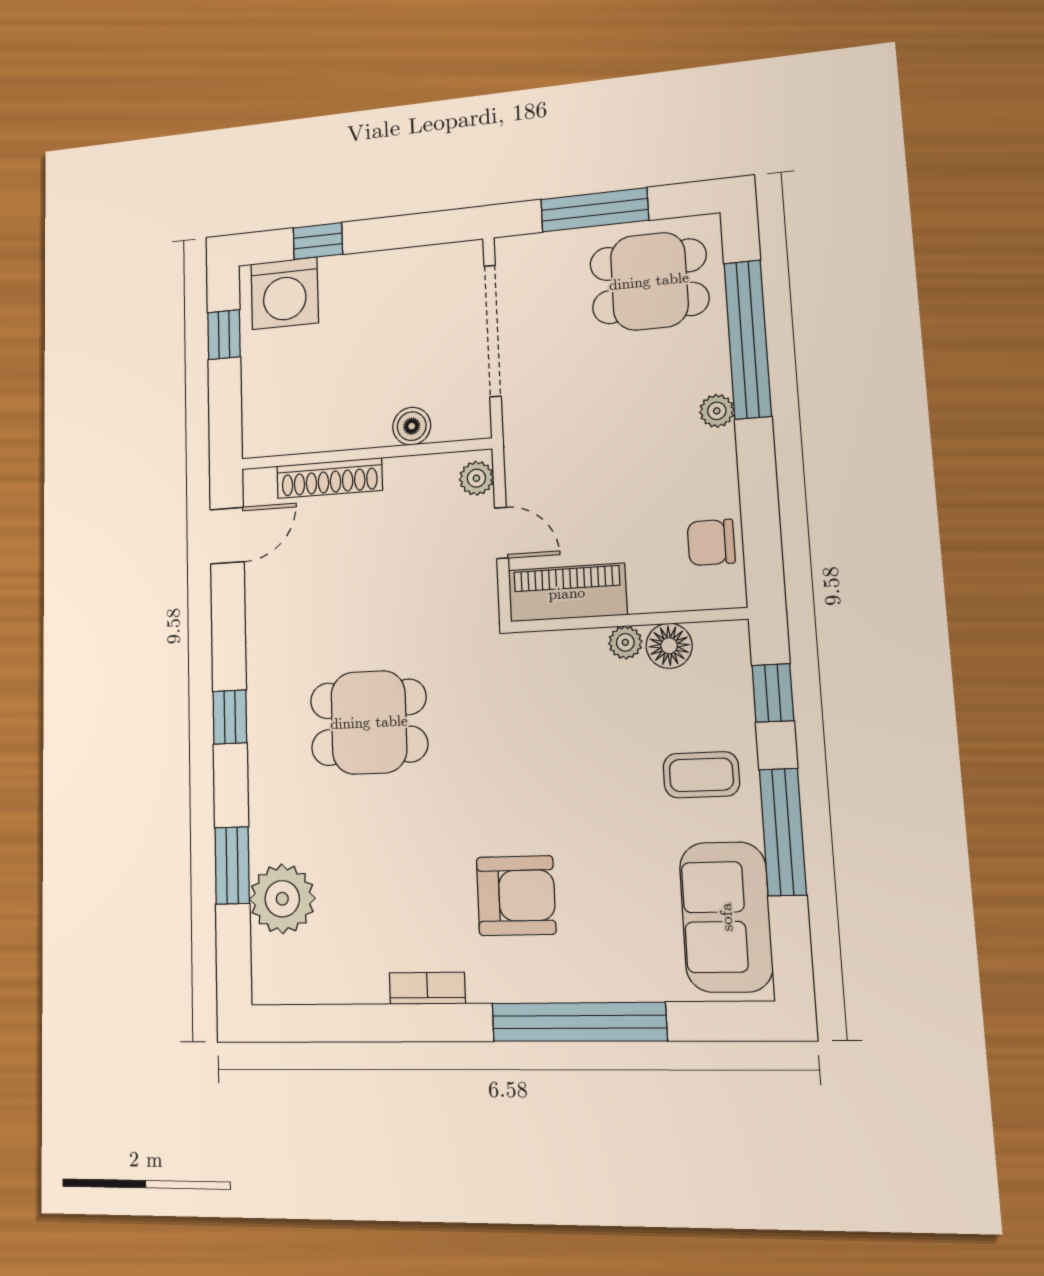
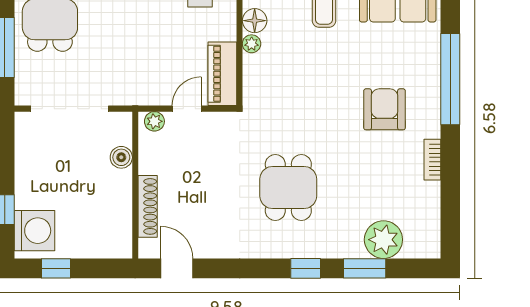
window: (230, 717) -> (306, 268), moved

